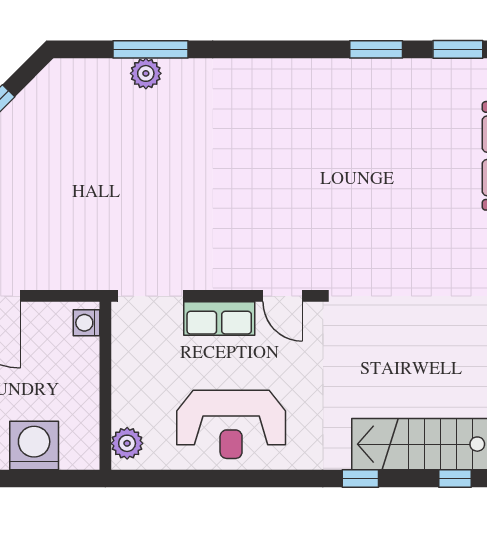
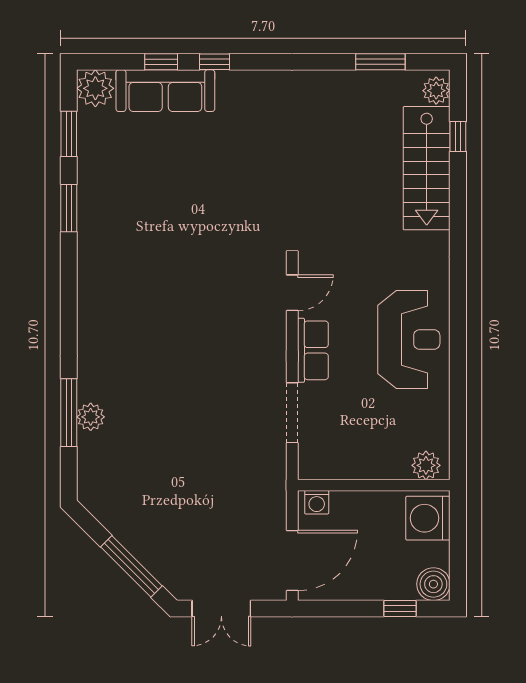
washing machine: (86, 323) -> (317, 502), moved
wall: (105, 386) -> (374, 485), moved
plant: (127, 443) -> (426, 465), moved
window: (360, 478) -> (458, 222), removed

